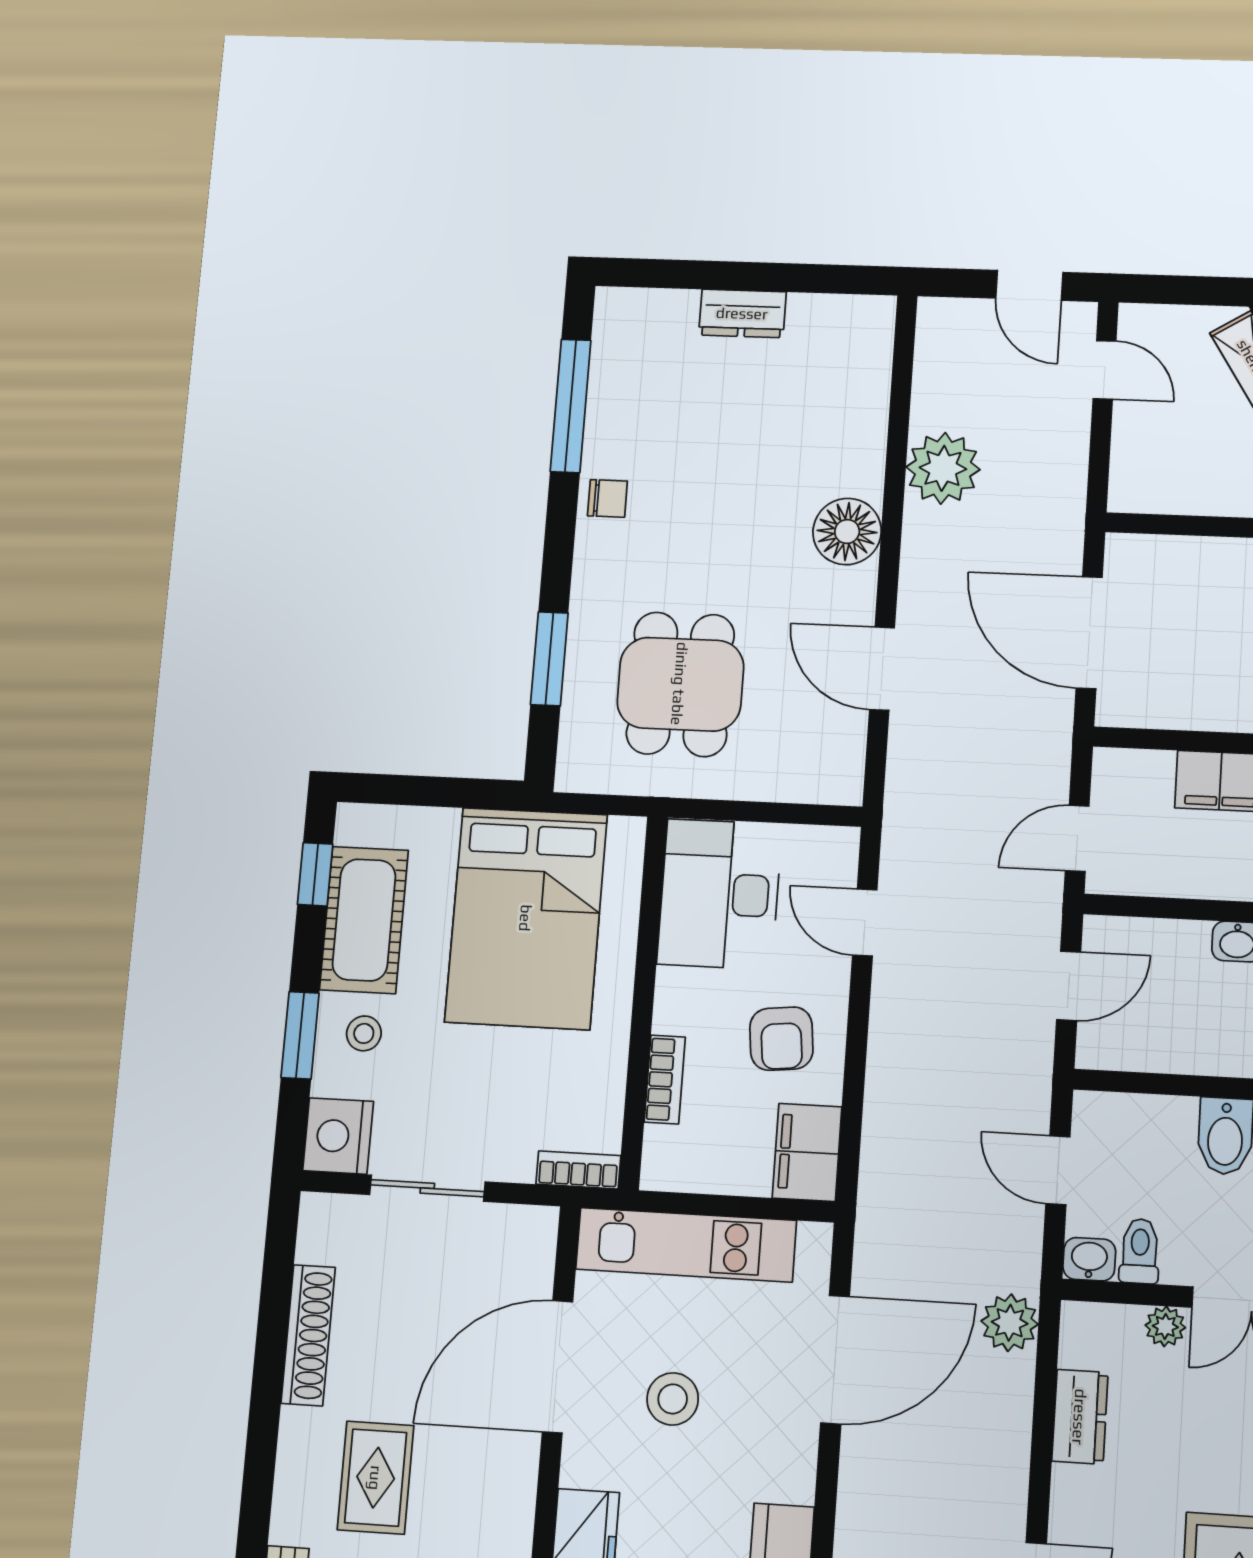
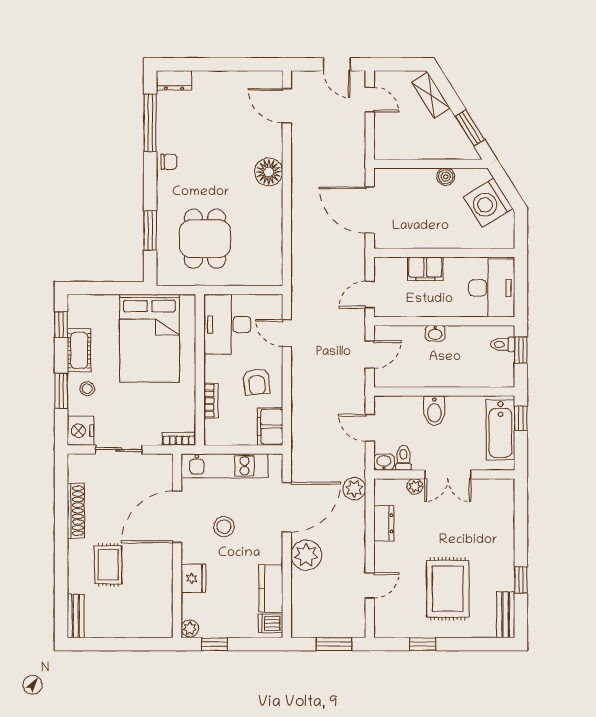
dresser: (742, 313) -> (174, 81), moved
plant: (943, 468) -> (306, 555), moved
door: (882, 669) -> (287, 106), moved
cot: (364, 920) -> (79, 350), width x0.73, depth x0.75

